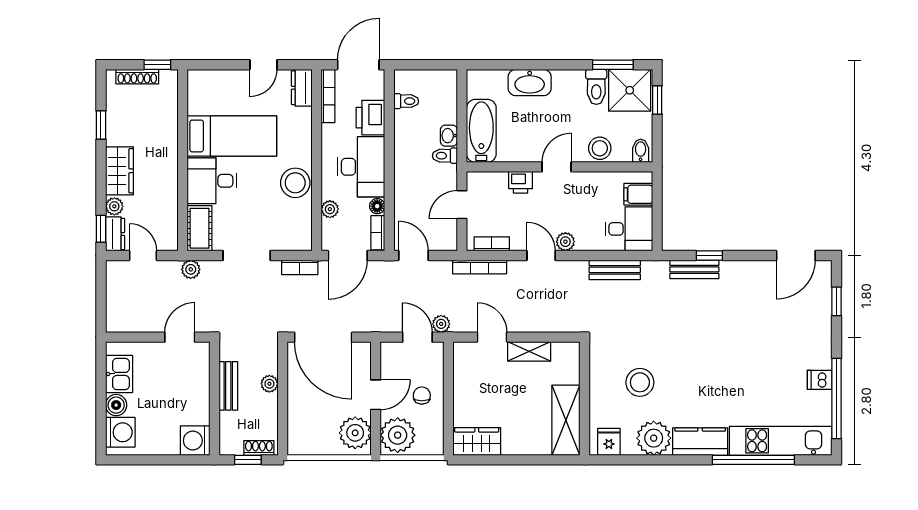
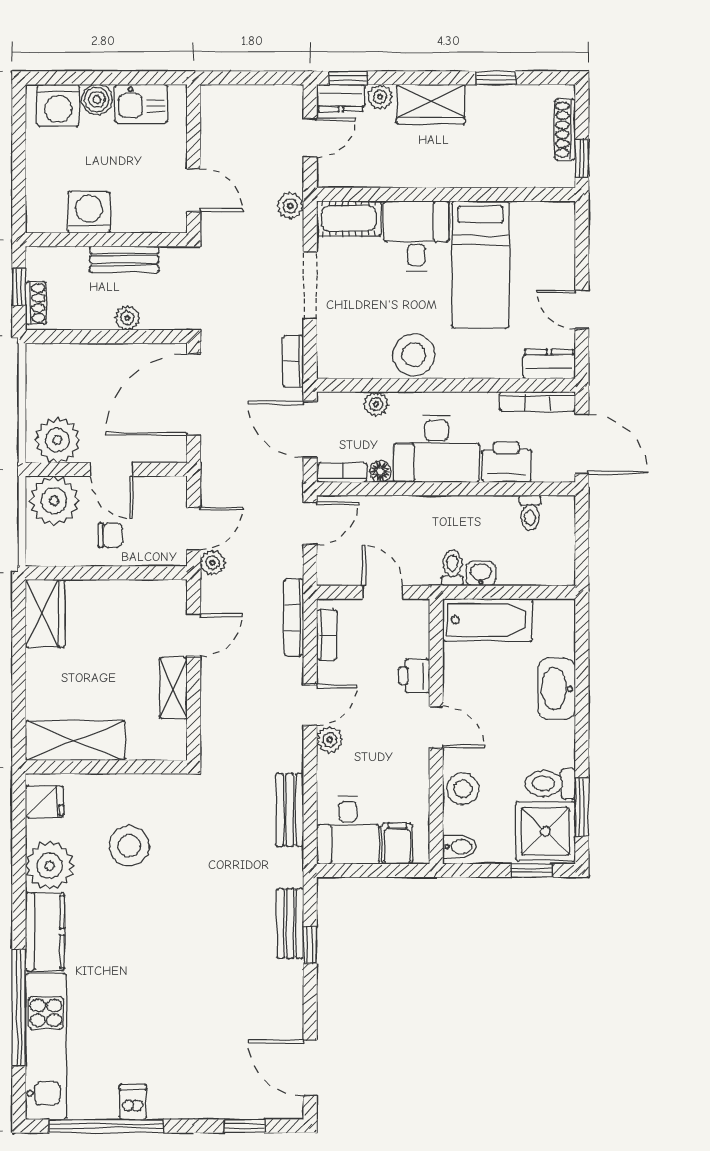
washing machine: (195, 441) -> (89, 212), moved

